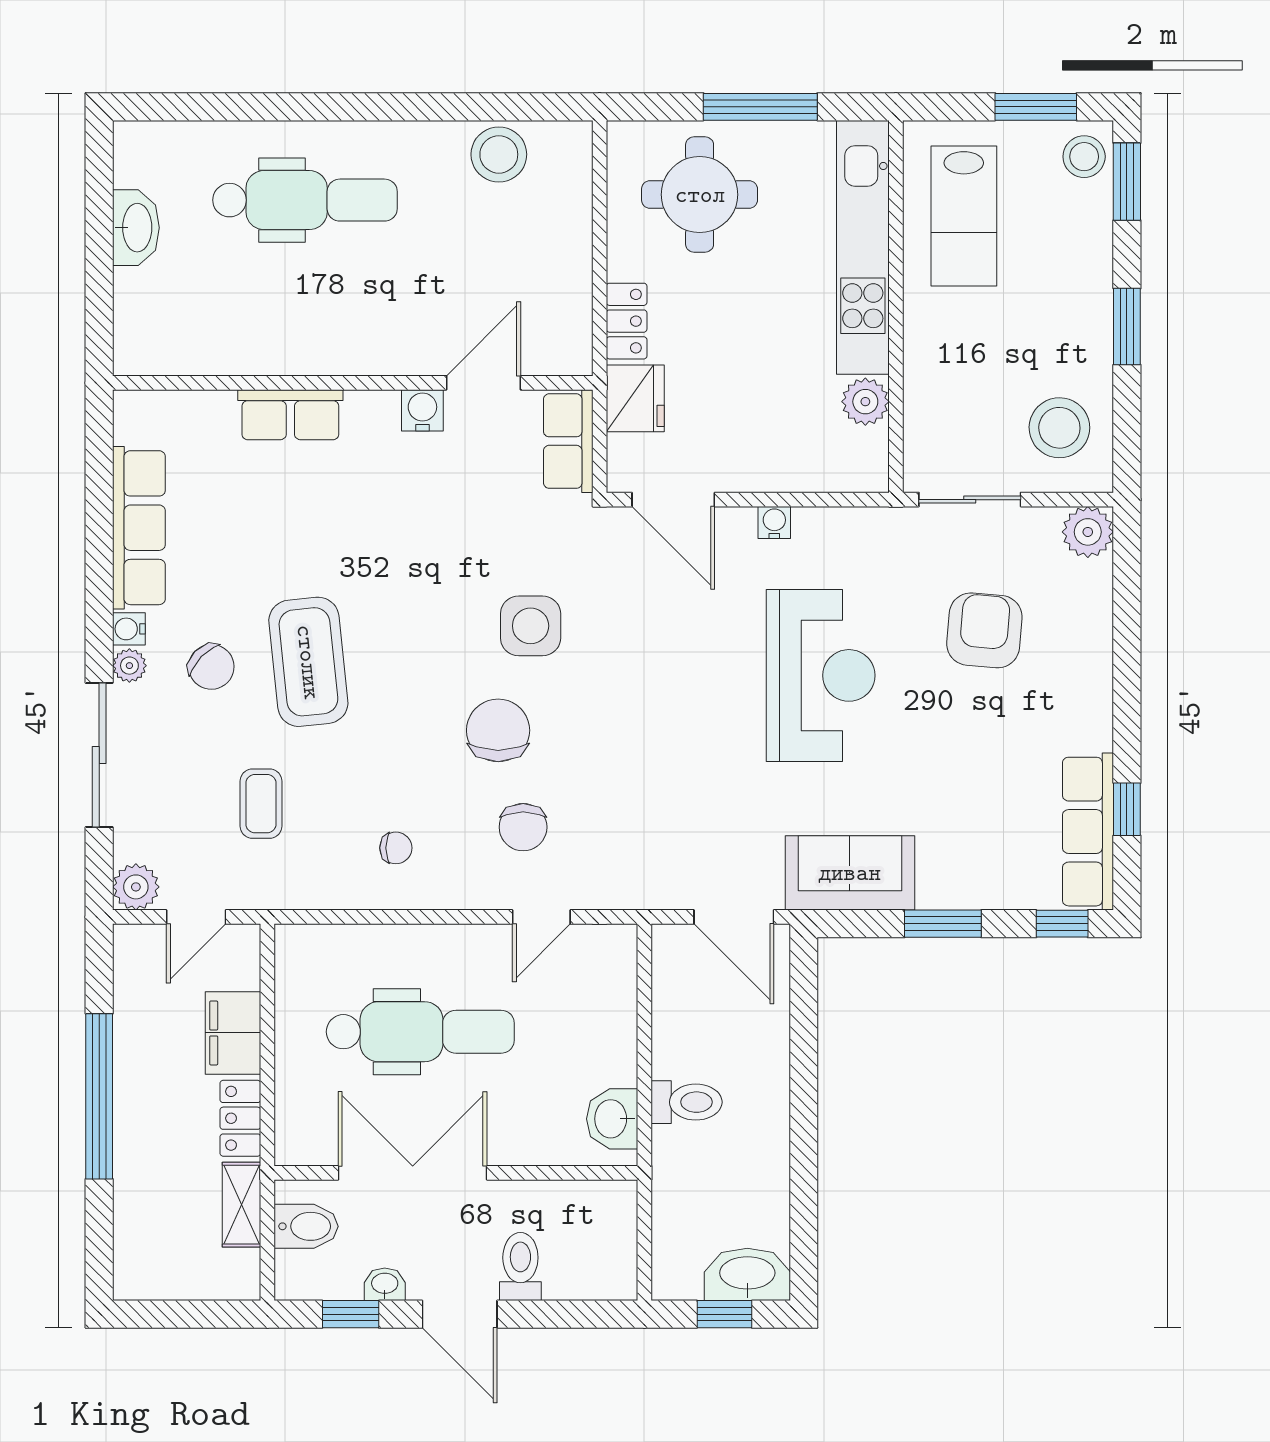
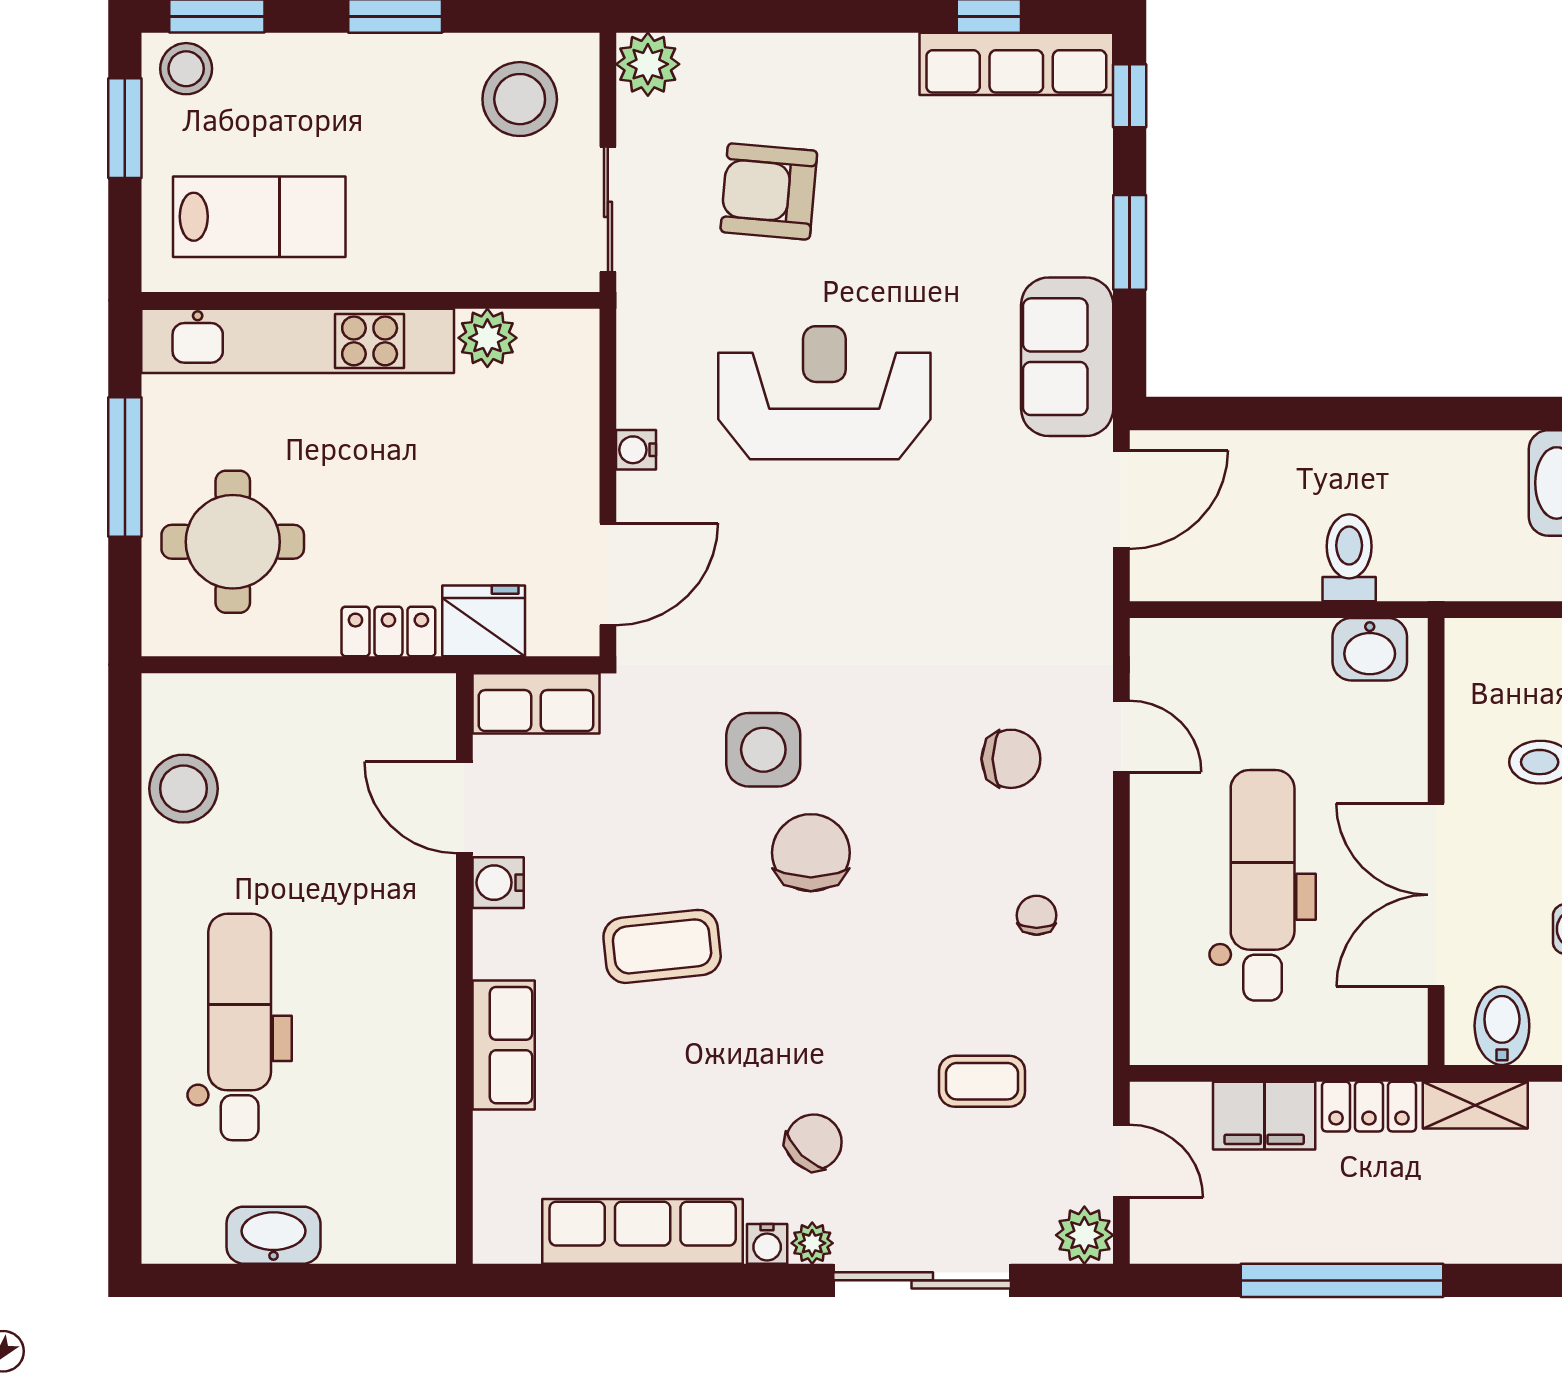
coffee table: (308, 662) -> (662, 946), moved, width x0.73, depth x0.76
chair: (498, 730) -> (811, 853), moved, turned 90

